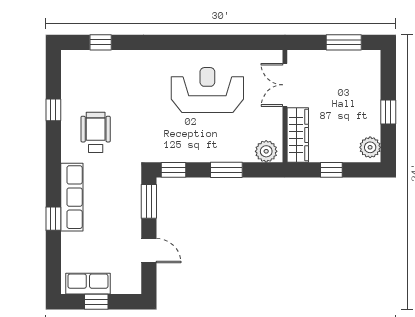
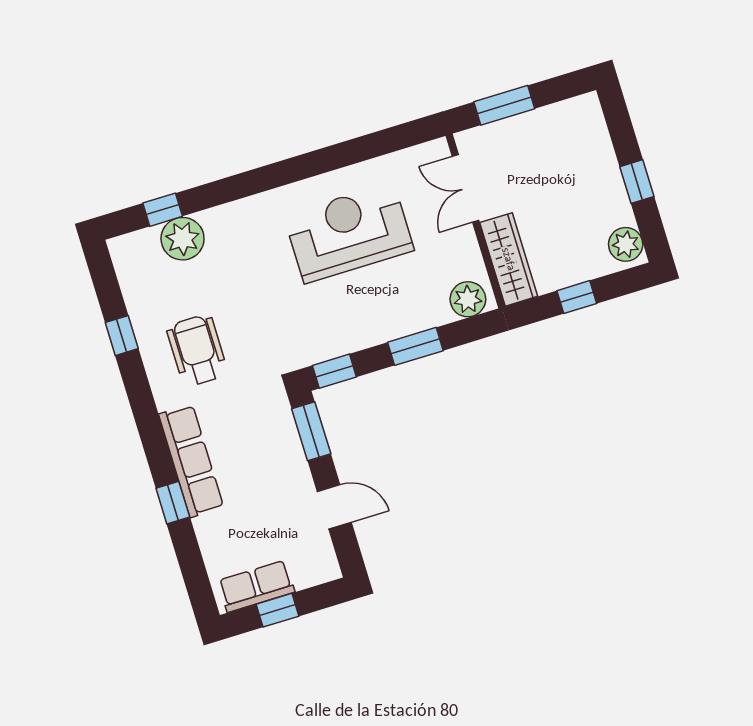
window: (344, 42) -> (504, 105), moved
plant: (107, 63) -> (183, 239), added

